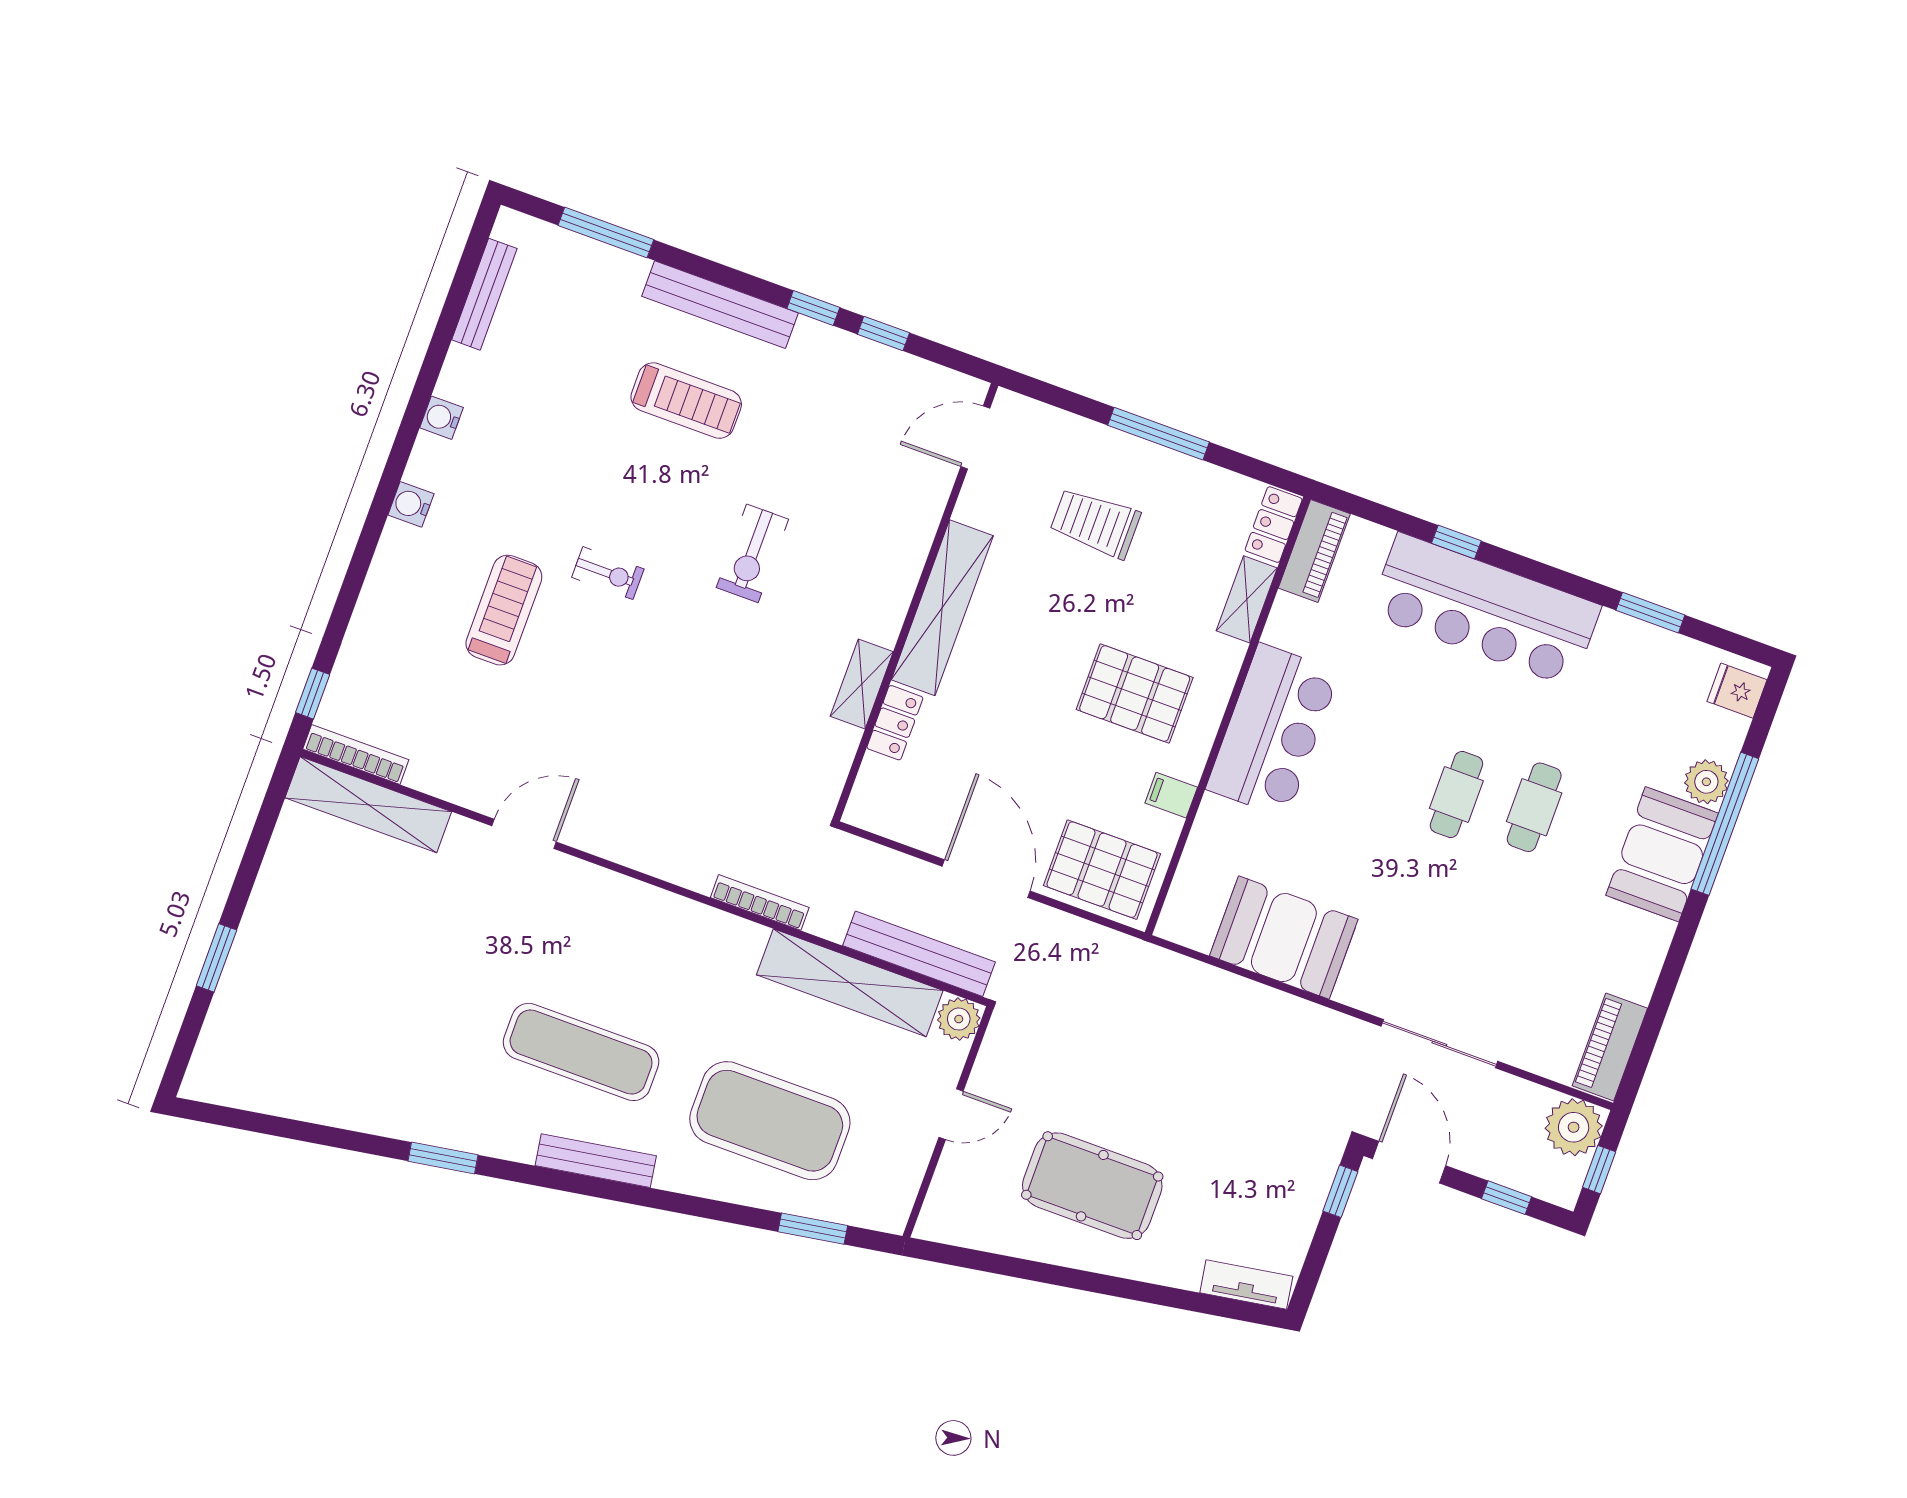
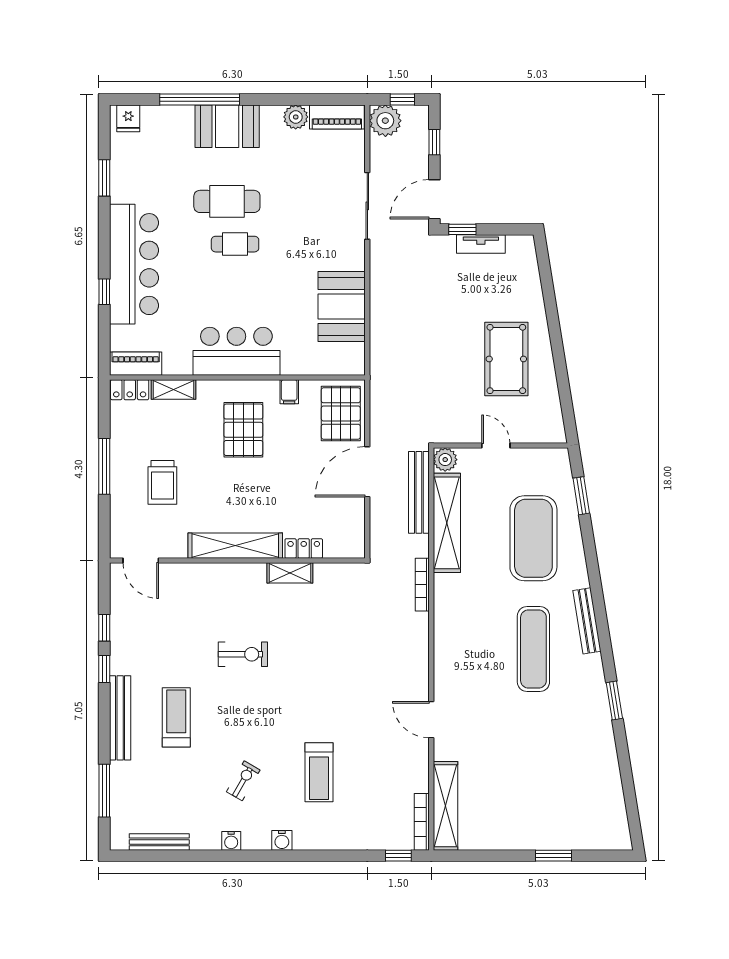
exercise bike: (608, 573) -> (243, 781), moved, turned 30
treadmill: (504, 610) -> (319, 772), turned -90
plant: (1706, 782) -> (296, 117), moved
cafe table: (1534, 807) -> (227, 201), width x1.37, depth x1.35
tv unit: (1246, 1284) -> (481, 244), moved, turned -81

